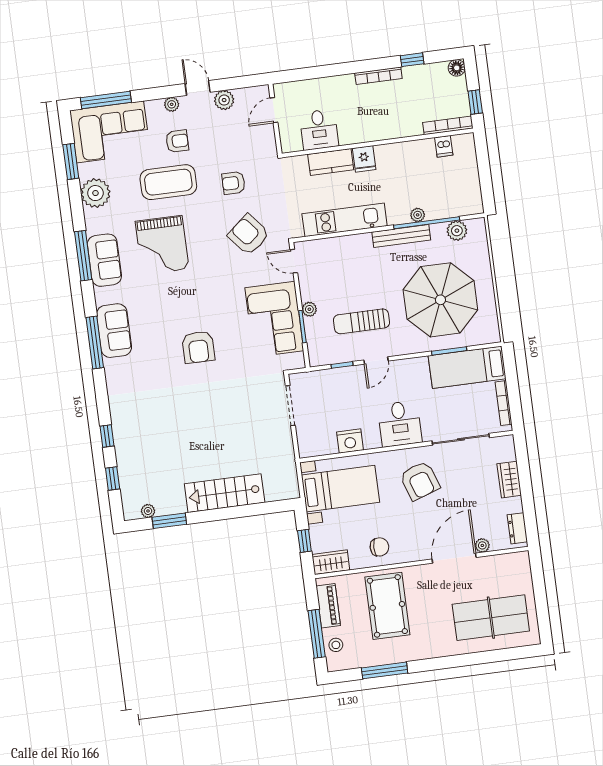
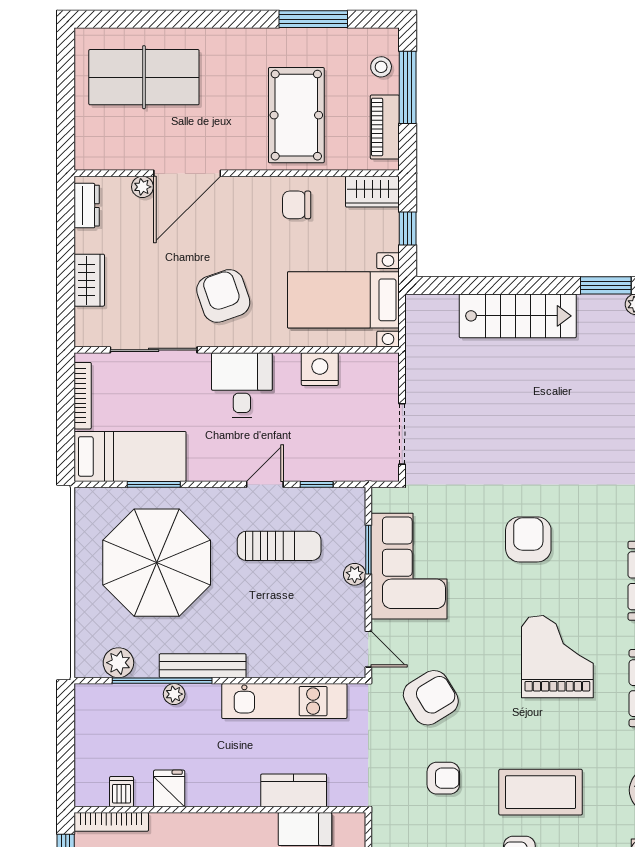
fridge: (364, 159) -> (169, 788), moved
armchair: (249, 235) -> (431, 698), turned -81
grand piano: (162, 245) -> (557, 657), moved

